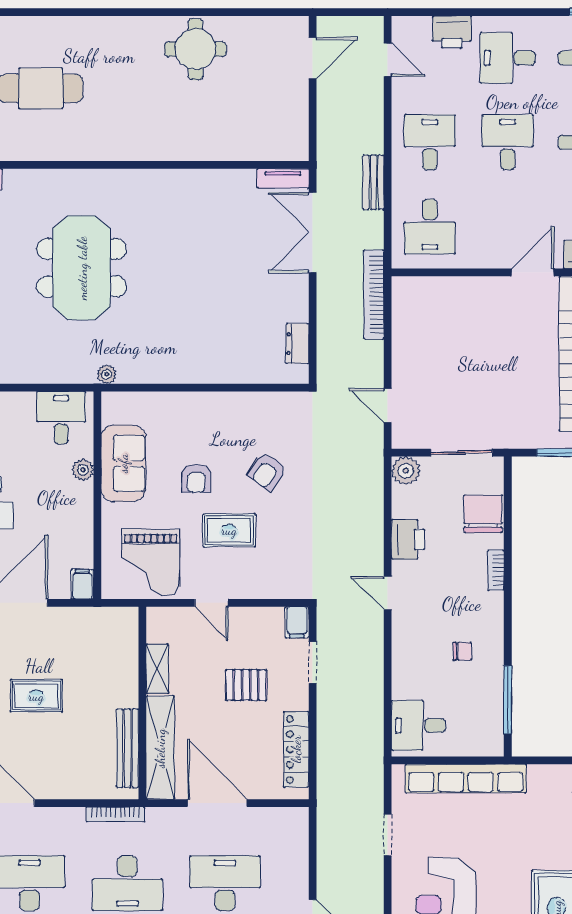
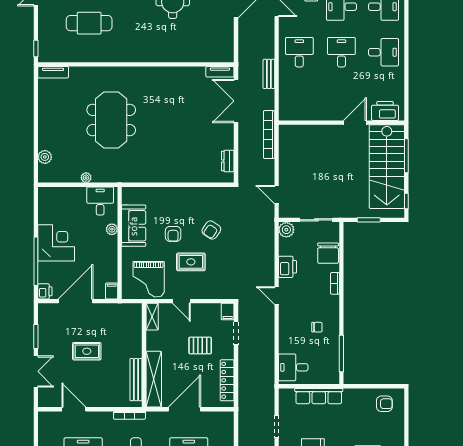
desk: (430, 227) -> (299, 98), removed
plant: (107, 374) -> (86, 178), moved
chair: (483, 514) -> (328, 253), turned 180
shelving: (157, 669) -> (152, 317), moved
row of seats: (466, 779) -> (319, 396), width x0.73
door: (217, 803) -> (185, 409), hinge flipped

